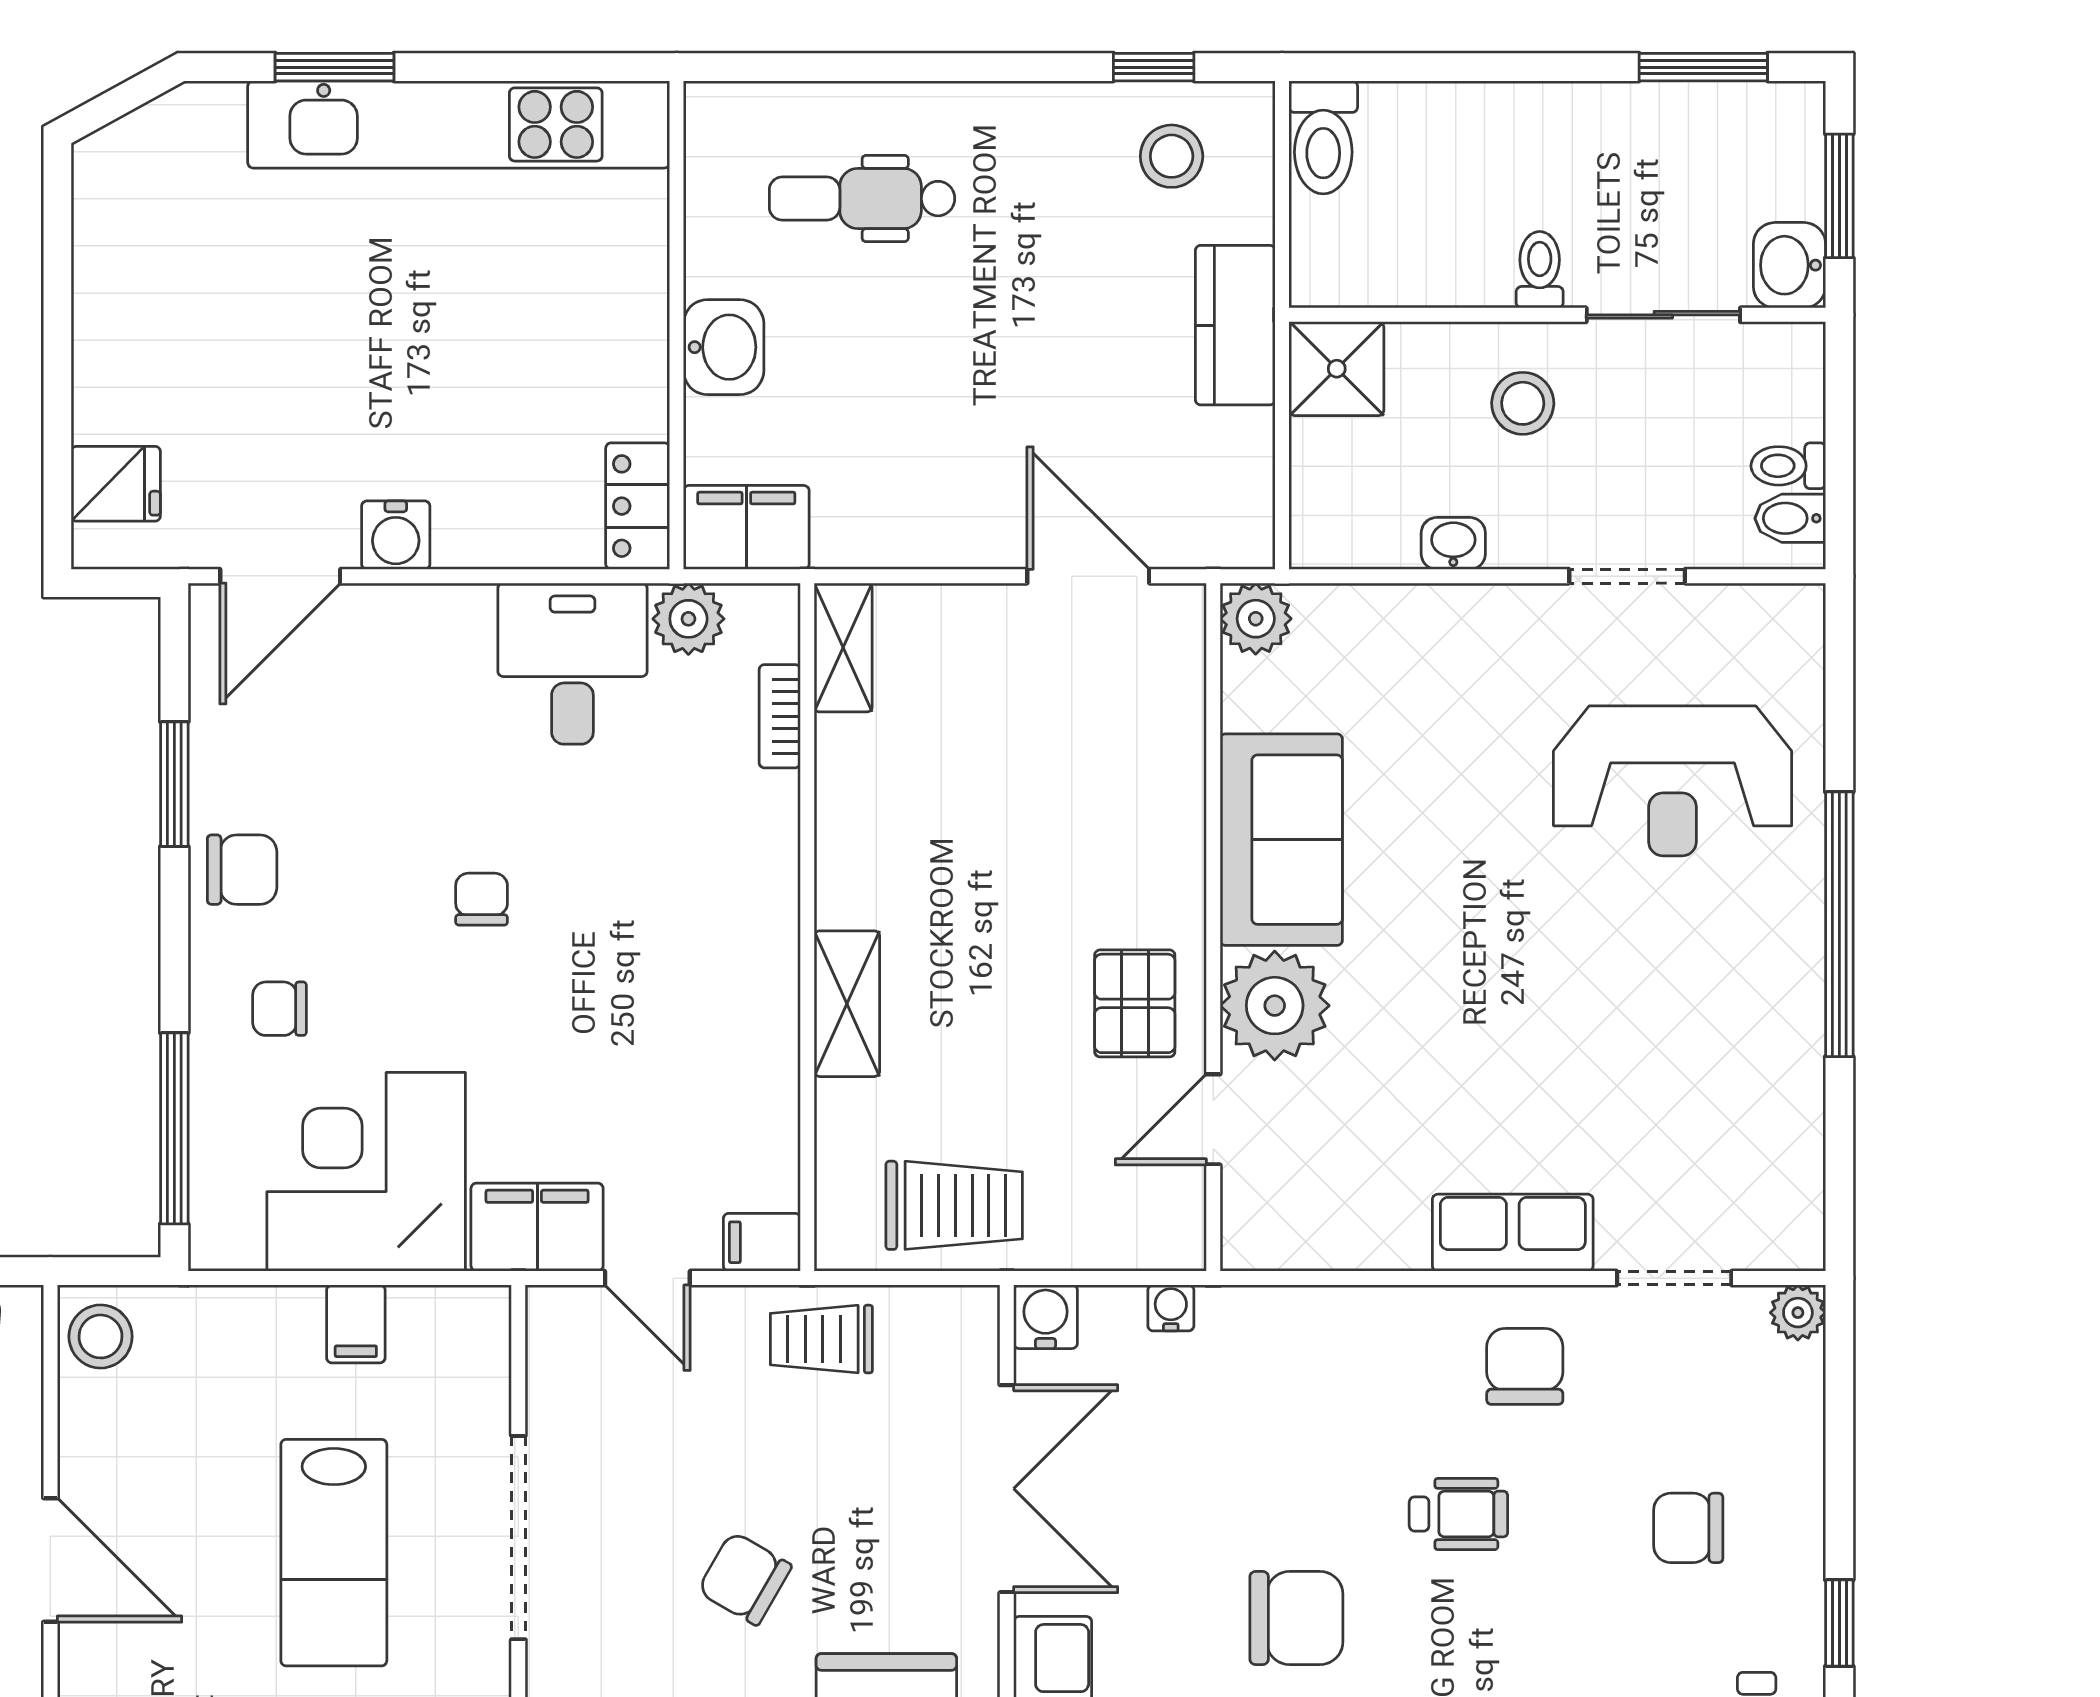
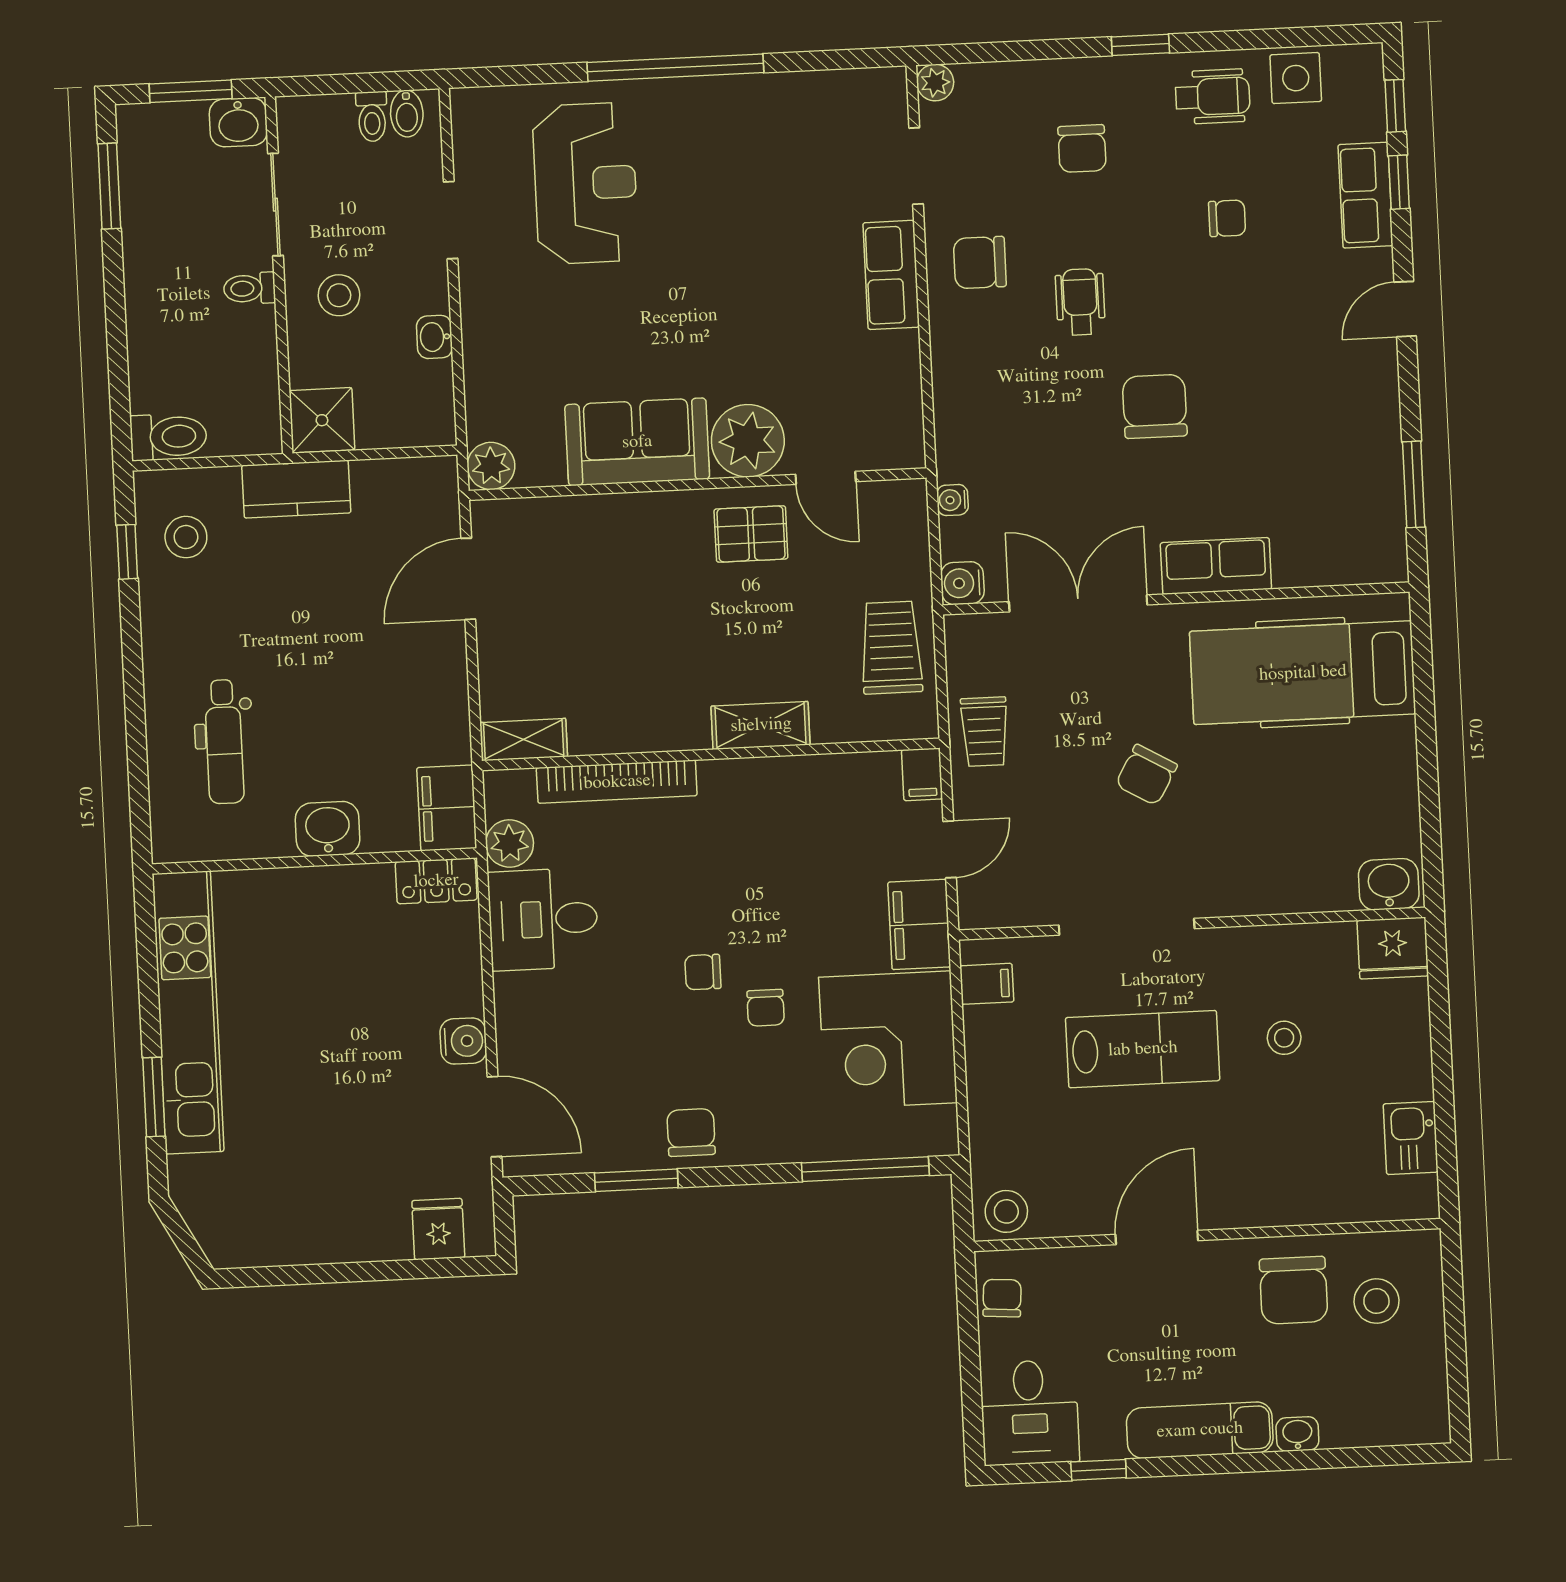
bookcase: (780, 716) -> (617, 782), width x2.31, depth x1.31
chair: (280, 1009) -> (766, 1008), moved
filing cabinet: (356, 1324) -> (987, 984), moved

